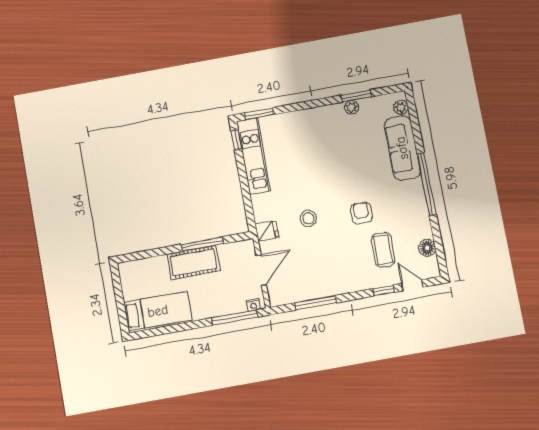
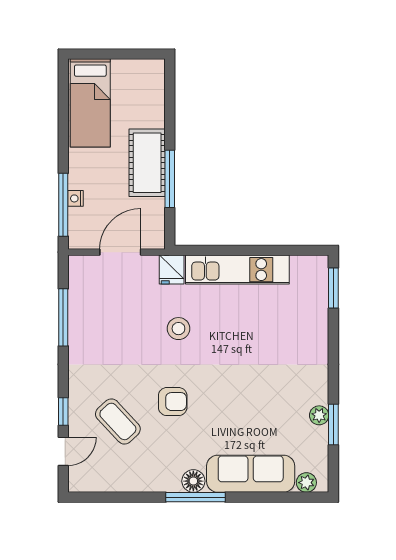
window: (236, 140) -> (304, 250), removed
kitchen unit: (253, 156) -> (237, 270), moved
window: (427, 184) -> (196, 497), width x0.68
floor lamp: (427, 248) -> (193, 481), moved
coffee table: (383, 250) -> (118, 421), turned 46
door: (261, 270) -> (120, 252), swing flipped
nightstand: (253, 305) -> (76, 198), moved

